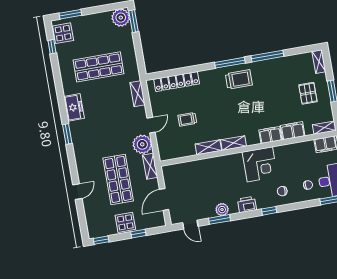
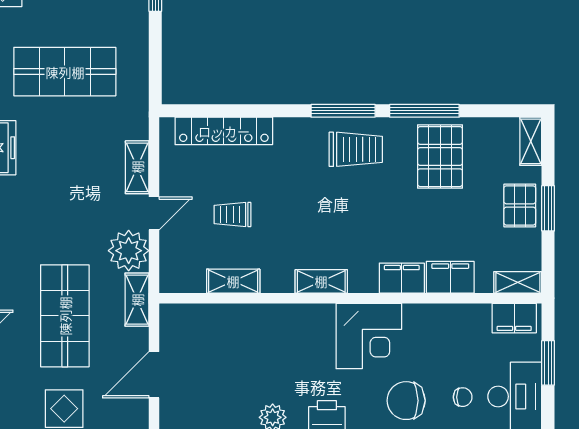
pallet: (278, 76) -> (440, 157), added
pallet: (308, 93) -> (520, 205), moved
shelving: (138, 94) -> (137, 167), moved
shelving: (208, 147) -> (233, 281), moved
chair: (282, 191) -> (406, 401), width x1.87, depth x1.87

